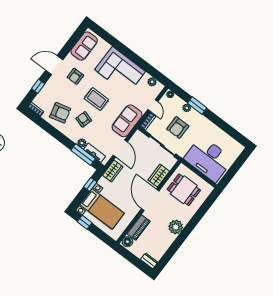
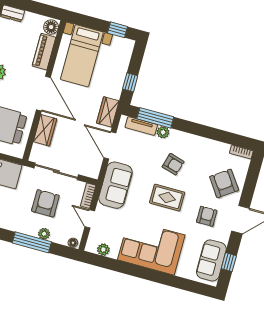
window: (38, 86) -> (229, 262), moved
window: (197, 105) -> (32, 242), width x1.44
armchair: (60, 113) -> (224, 183), moved, turned 69
bed with nightstands: (102, 209) -> (82, 56), moved, turned -90

